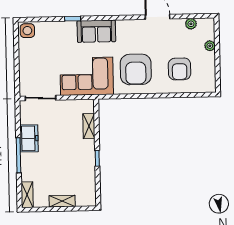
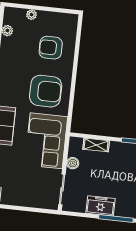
armchair: (180, 69) -> (51, 48), turned 180
boiler: (68, 105) -> (73, 163), added

